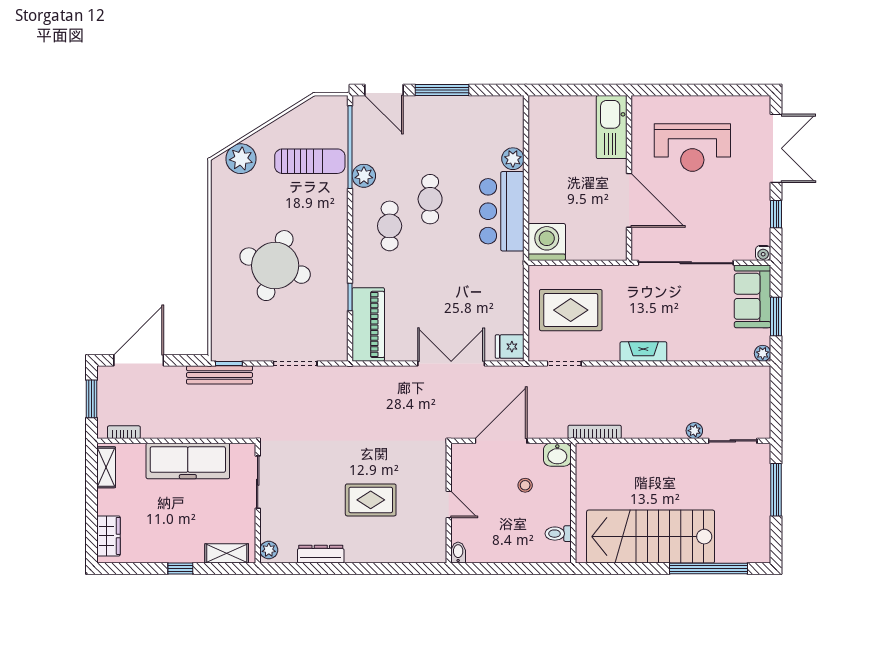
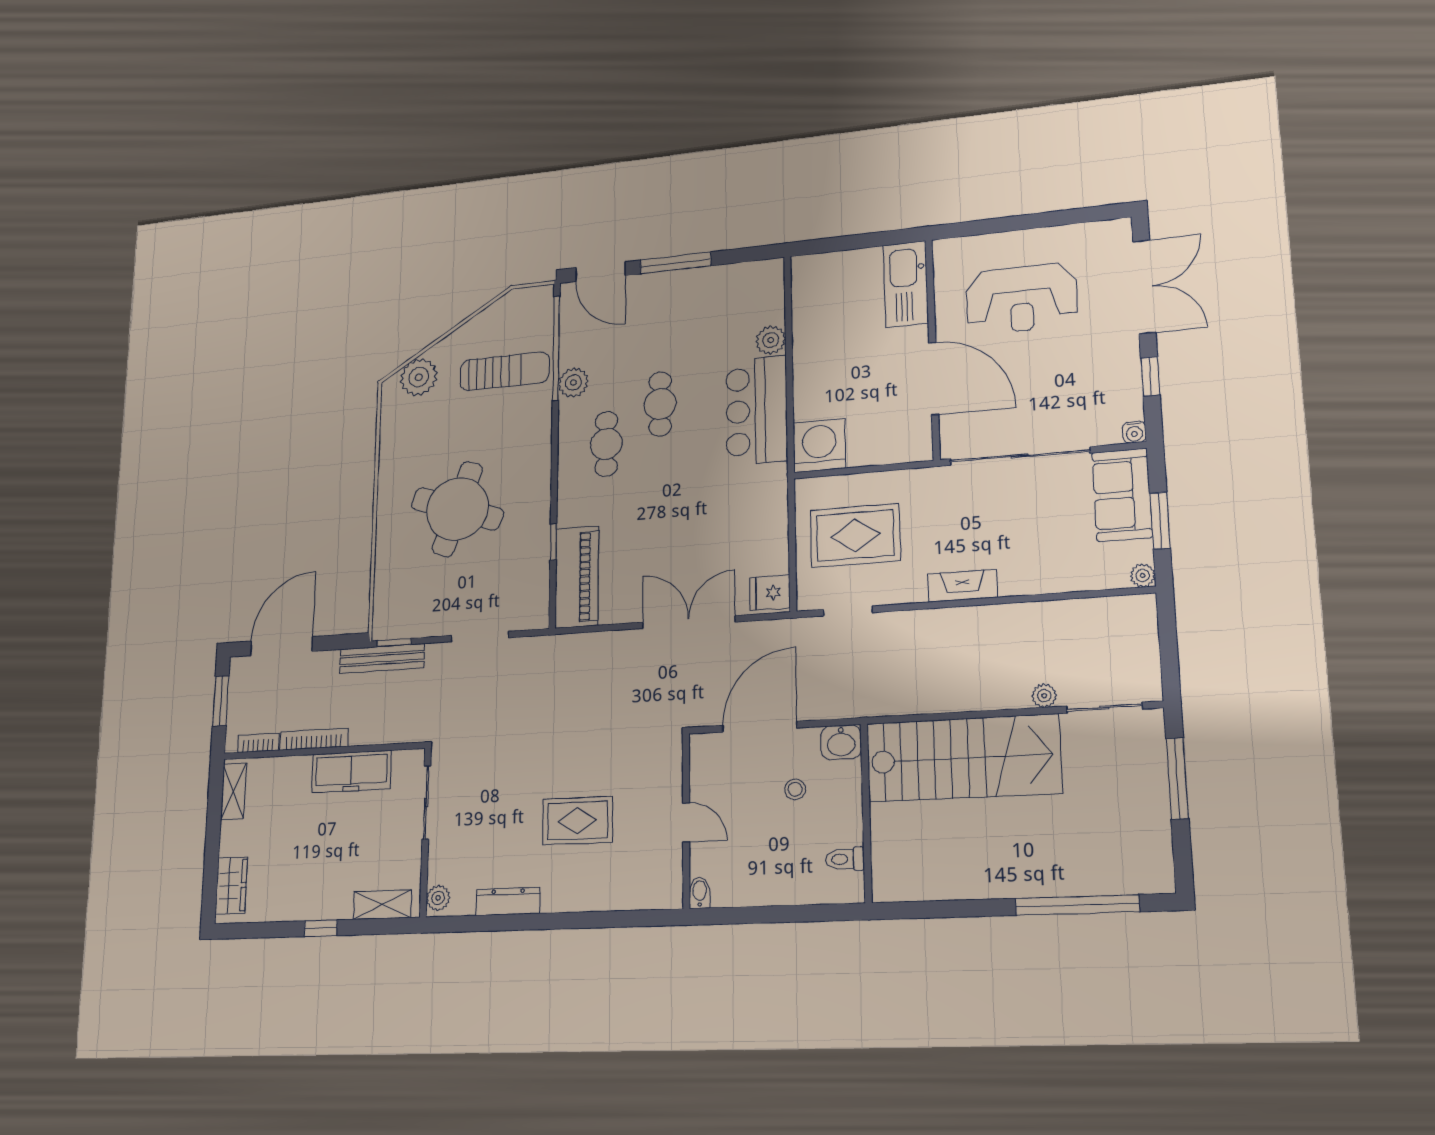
bookcase: (595, 432) -> (314, 739), moved
freezer: (188, 461) -> (351, 772), width x0.73, depth x0.79
stairs: (651, 537) -> (963, 758), moved, turned 180

